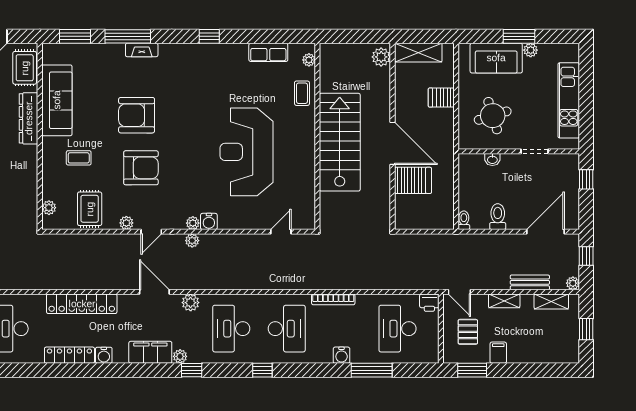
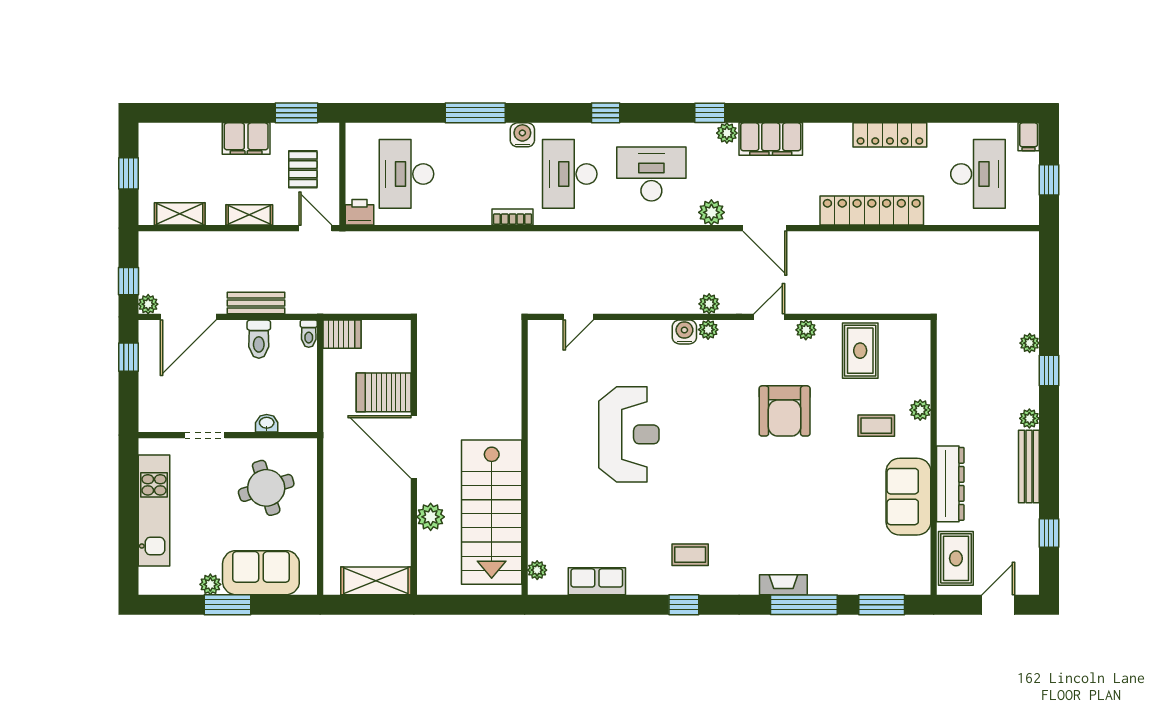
plant: (381, 57) -> (431, 517), moved
coffee table: (302, 93) -> (690, 555), moved, turned 90
server rack: (441, 98) -> (342, 334), moved
sofa: (57, 100) -> (908, 497), width x0.73
armchair: (137, 115) -> (791, 489), removed
stairs: (340, 142) -> (492, 512), moved
reception desk: (247, 152) -> (629, 434), width x0.74, depth x0.77
armchair: (141, 168) -> (785, 411), turned -90
window: (586, 179) -> (129, 357), moved
plant: (49, 208) -> (920, 410), moved
bench: (530, 282) -> (256, 303), moved
plant: (573, 283) -> (148, 304), moved
bookcase: (333, 299) -> (513, 217), width x0.64
desk: (231, 329) -> (651, 174), turned -90
desk: (397, 329) -> (406, 174), turned 180
filing cabinet: (498, 353) -> (246, 139), width x2.00
water cooler: (104, 355) -> (839, 135), removed
water cooler: (342, 355) -> (522, 135), moved
window: (372, 370) -> (475, 113), moved

